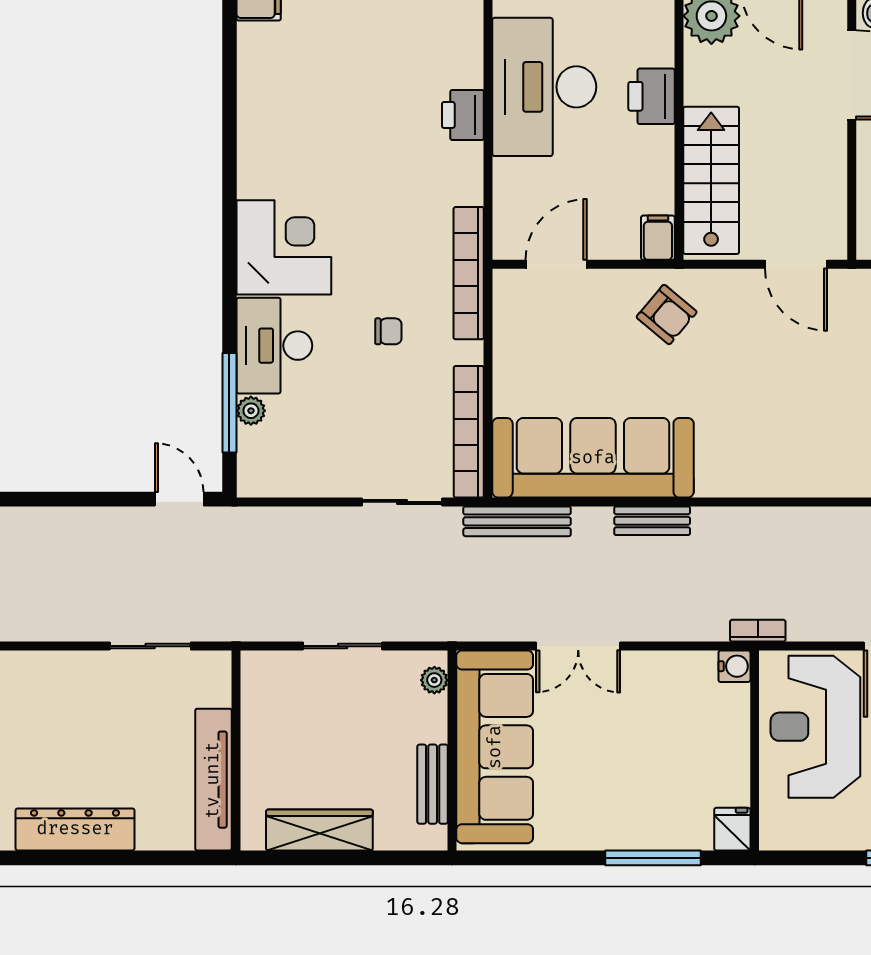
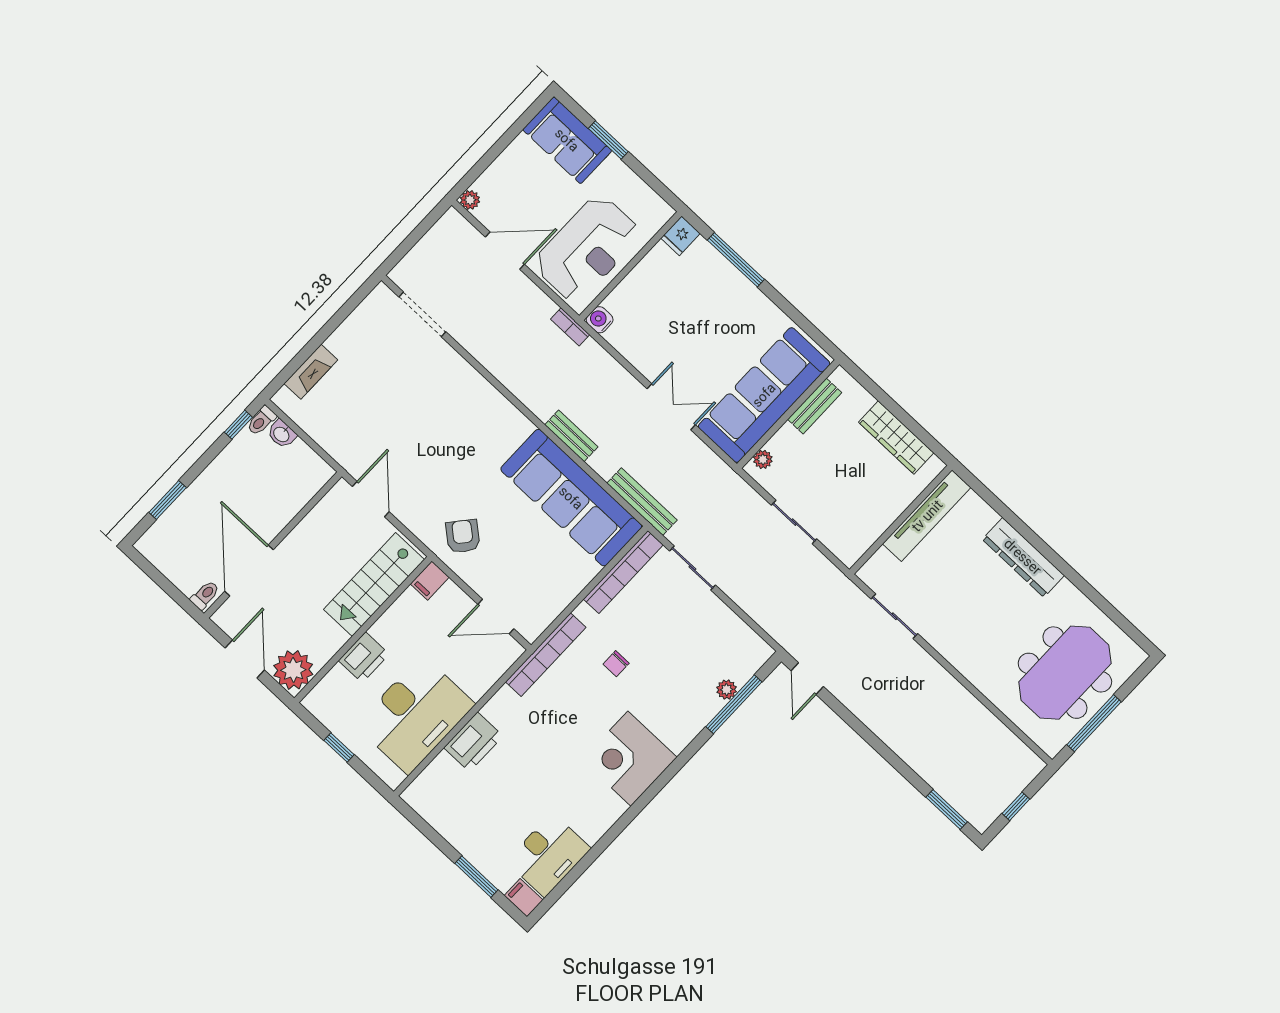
printer: (463, 115) -> (473, 742), width x1.37, depth x1.19
chair: (388, 331) -> (616, 664), turned -90
desk: (274, 346) -> (548, 855), moved

